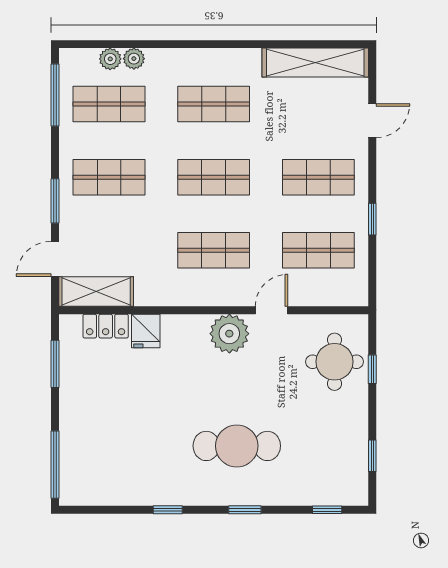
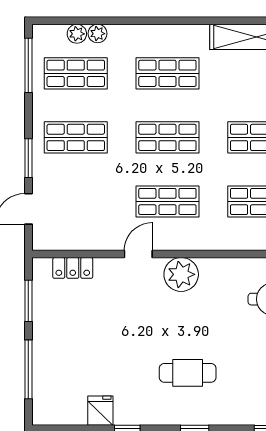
shelving: (96, 292) -> (64, 238), removed
door: (271, 310) -> (138, 254), moved
fridge: (146, 331) -> (100, 411), moved, turned 180
cafe table: (237, 446) -> (188, 373), width x0.73, depth x0.74
window: (55, 465) -> (28, 369), moved

